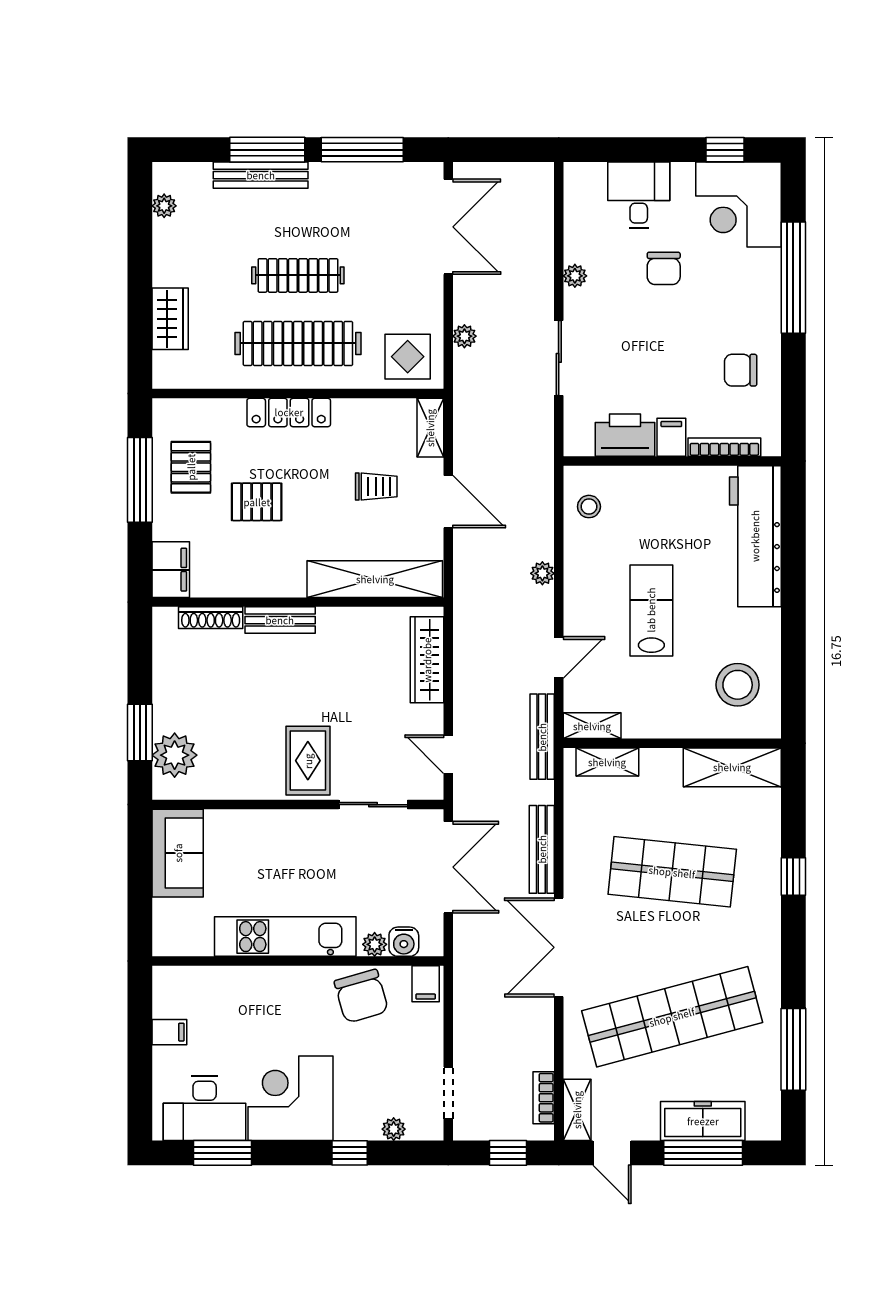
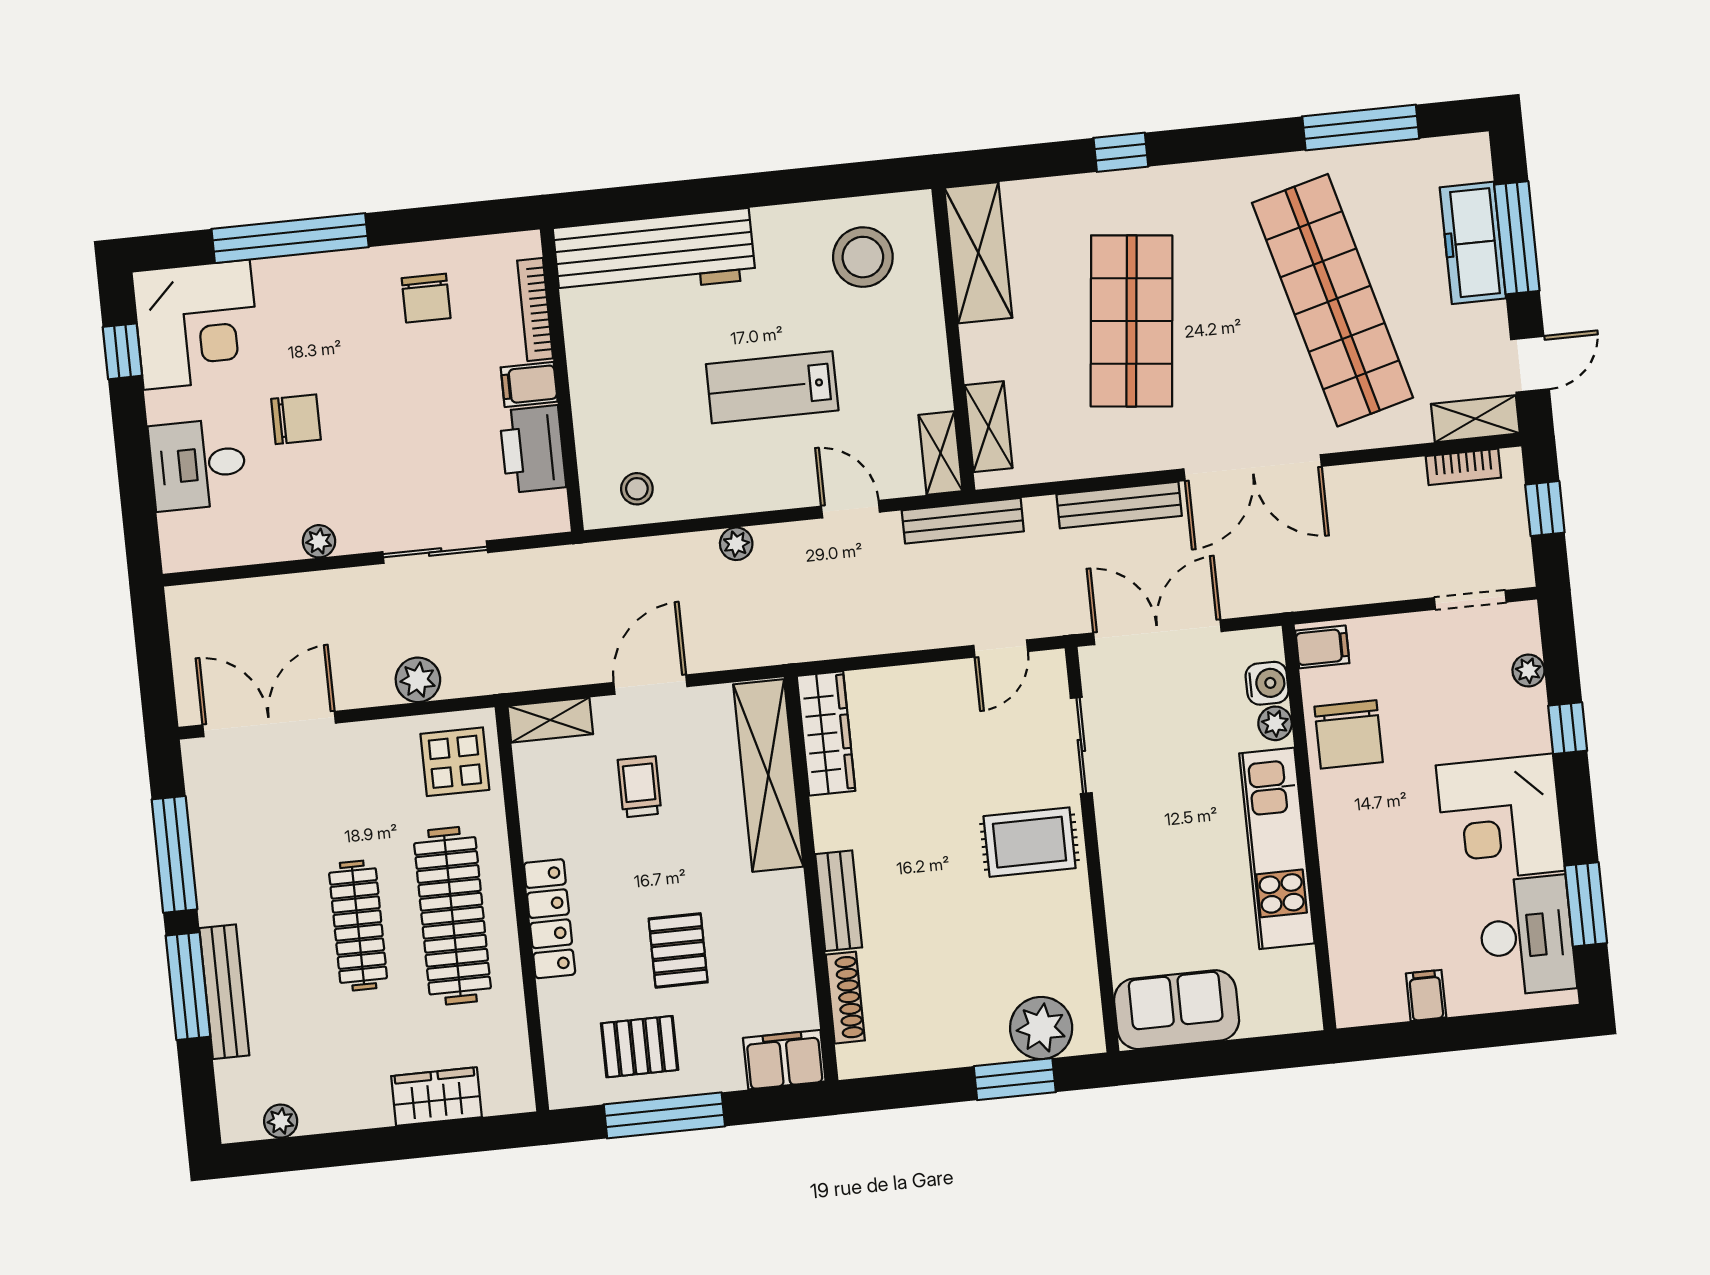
plant: (464, 336) -> (418, 680), width x1.38, depth x1.38
wardrobe: (427, 660) -> (826, 733), moved, turned -90
chair: (361, 996) -> (1349, 734), turned 106

